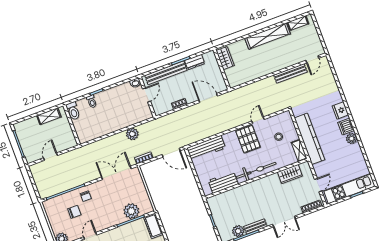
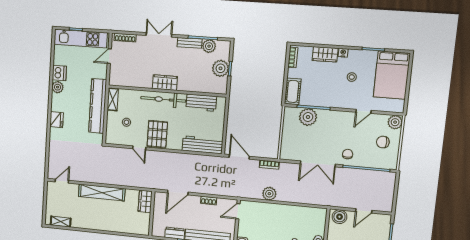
shelving: (267, 36) -> (102, 193), moved
wardrobe: (225, 58) -> (145, 201), moved
bench: (290, 73) -> (88, 178), removed
door: (147, 95) -> (238, 211), moved
door: (208, 98) -> (178, 193), hinge flipped
door: (258, 120) -> (139, 148), hinge flipped
dishwasher: (346, 127) -> (59, 73), moved
boiler: (67, 143) -> (339, 217), added
double door: (116, 173) -> (318, 164), moved
wardrobe: (290, 174) -> (165, 83), moved
chair: (74, 212) -> (383, 142), moved
plant: (220, 218) -> (221, 68), added

